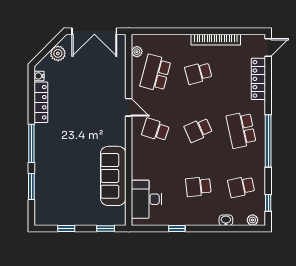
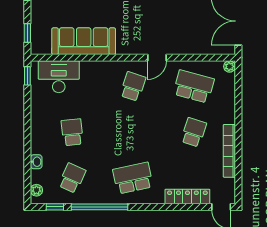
plant: (137, 52) -> (230, 66), moved
school desk: (198, 73) -> (194, 132), turned 33
school desk: (198, 130) -> (133, 132), removed
window: (268, 141) -> (99, 207), moved
school desk: (241, 187) -> (72, 178), turned 36
window: (177, 228) -> (27, 76), moved

